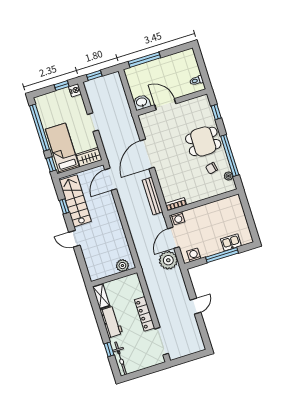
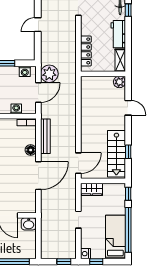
bed: (62, 148) -> (115, 237), moved, turned 180
floor lamp: (163, 177) -> (31, 150), added
washing machine: (178, 218) -> (16, 109), moved
door: (74, 239) -> (128, 108), moved
plant: (122, 266) -> (119, 82), moved
locker: (145, 314) -> (86, 51), moved

